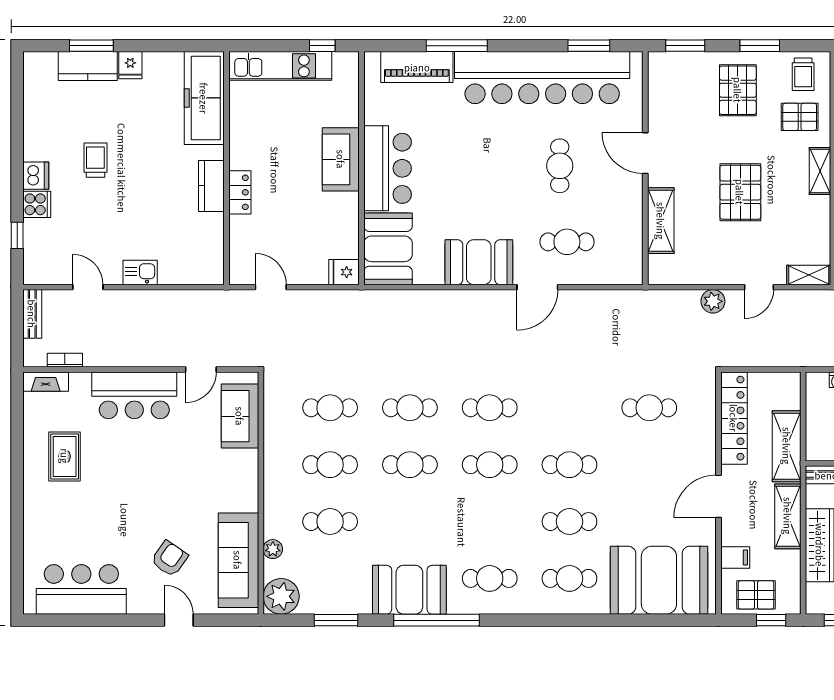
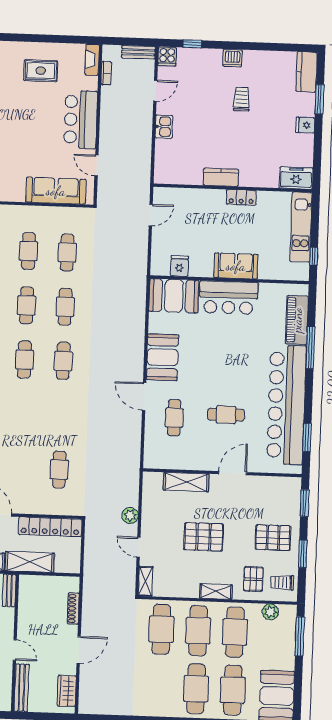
kitchen counter: (88, 66) -> (307, 72), moved
freezer: (204, 98) -> (296, 178), width x0.52, depth x0.79
trolley: (95, 160) -> (242, 99), turned -90
locker: (240, 192) -> (241, 197), moved
cooker: (37, 204) -> (167, 56), moved
fridge: (344, 272) -> (179, 266), moved
sofa: (240, 416) -> (56, 191), width x1.36
cafe table: (569, 465) -> (23, 414), removed

